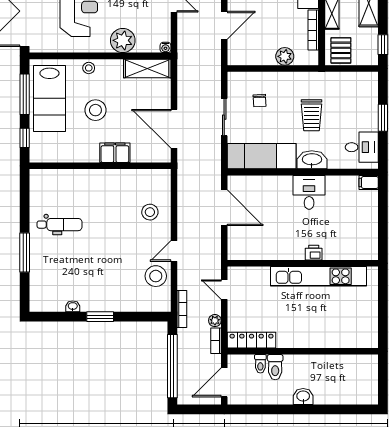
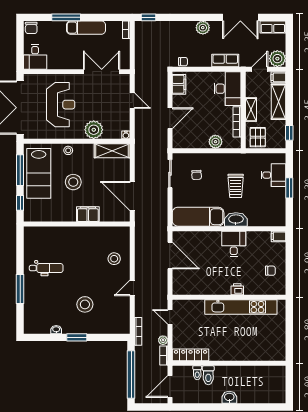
sliding door: (224, 117) -> (170, 174), moved
desk: (362, 147) -> (273, 175), moved
chair: (358, 228) -> (270, 271), added
stool: (156, 276) -> (85, 304), moved

